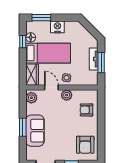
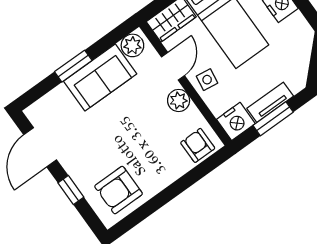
nightstand: (91, 78) -> (236, 121), added
armchair: (87, 110) -> (198, 145), moved
sofa: (35, 131) -> (100, 78), moved

